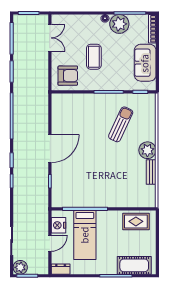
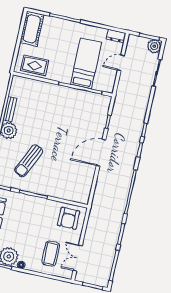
coffee table: (94, 57) -> (51, 254), moved
armchair: (68, 76) -> (69, 218), turned -90
nightstand: (58, 225) -> (109, 78), removed
cot: (134, 265) -> (32, 29), moved, turned 90

